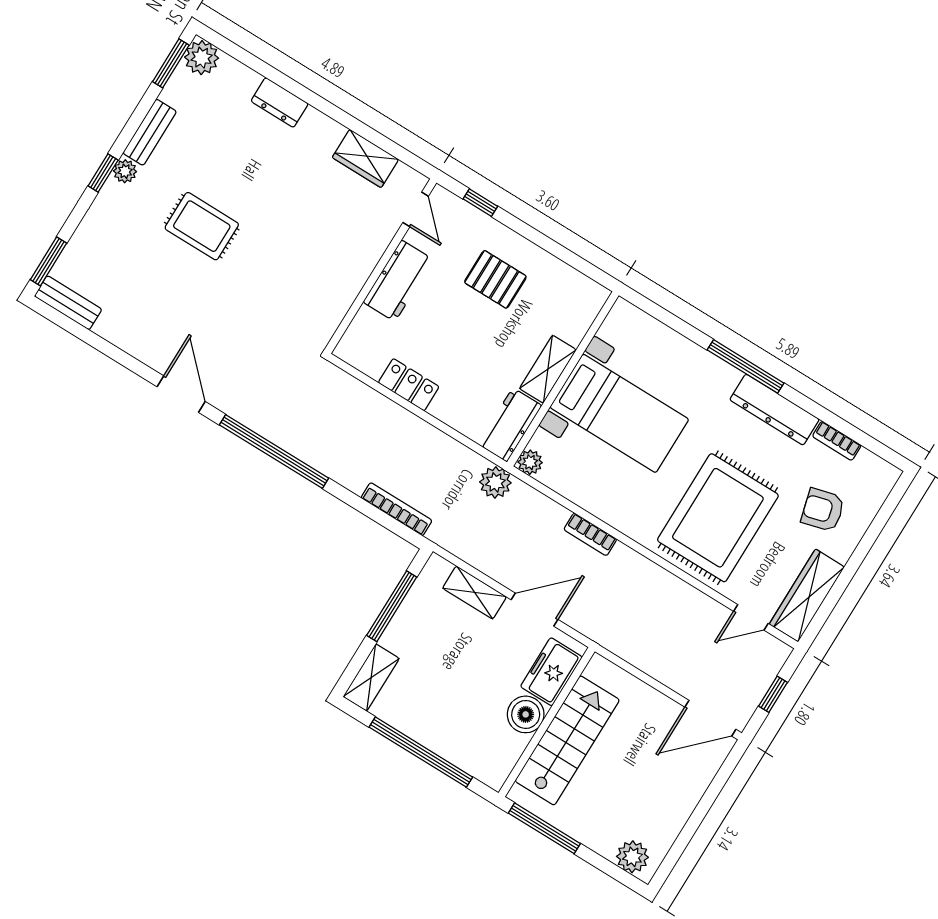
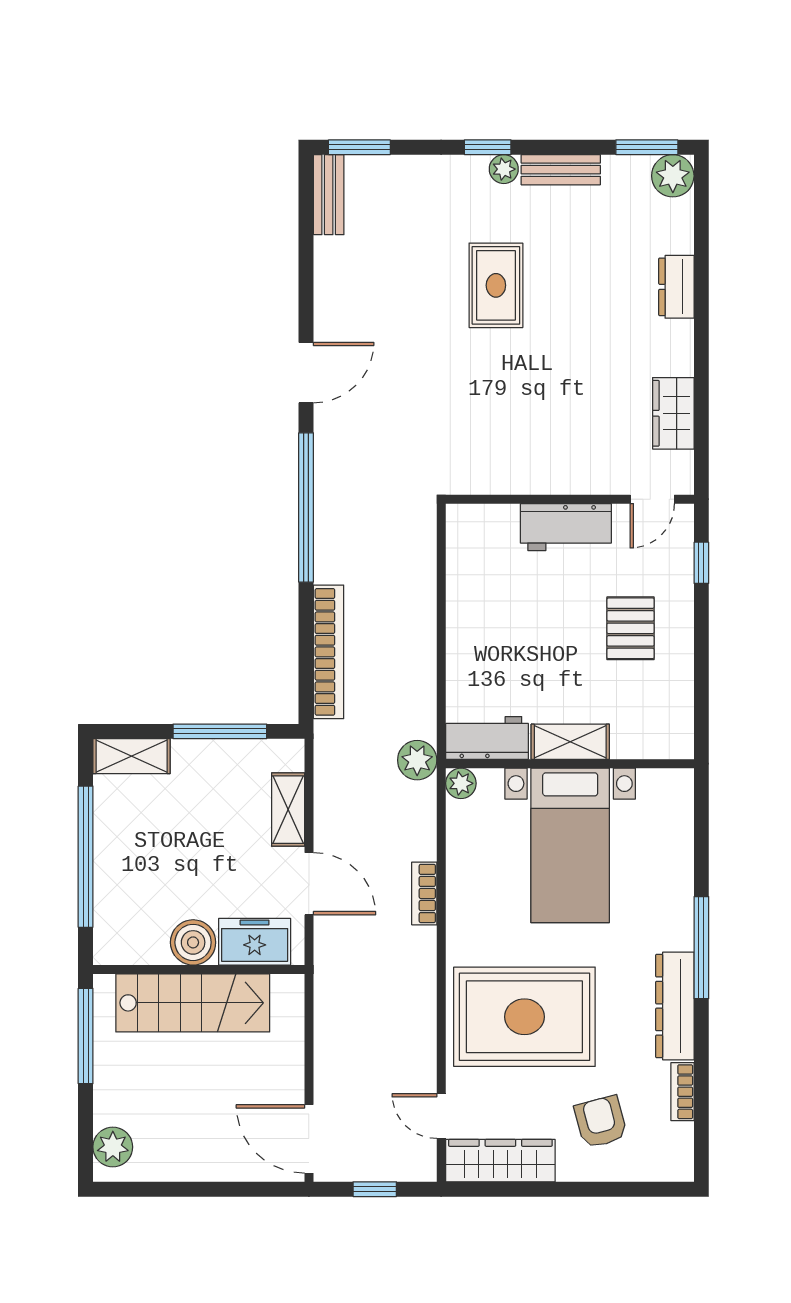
locker: (409, 385) -> (464, 606), removed
bookcase: (397, 509) -> (329, 652), width x1.48, depth x1.31

